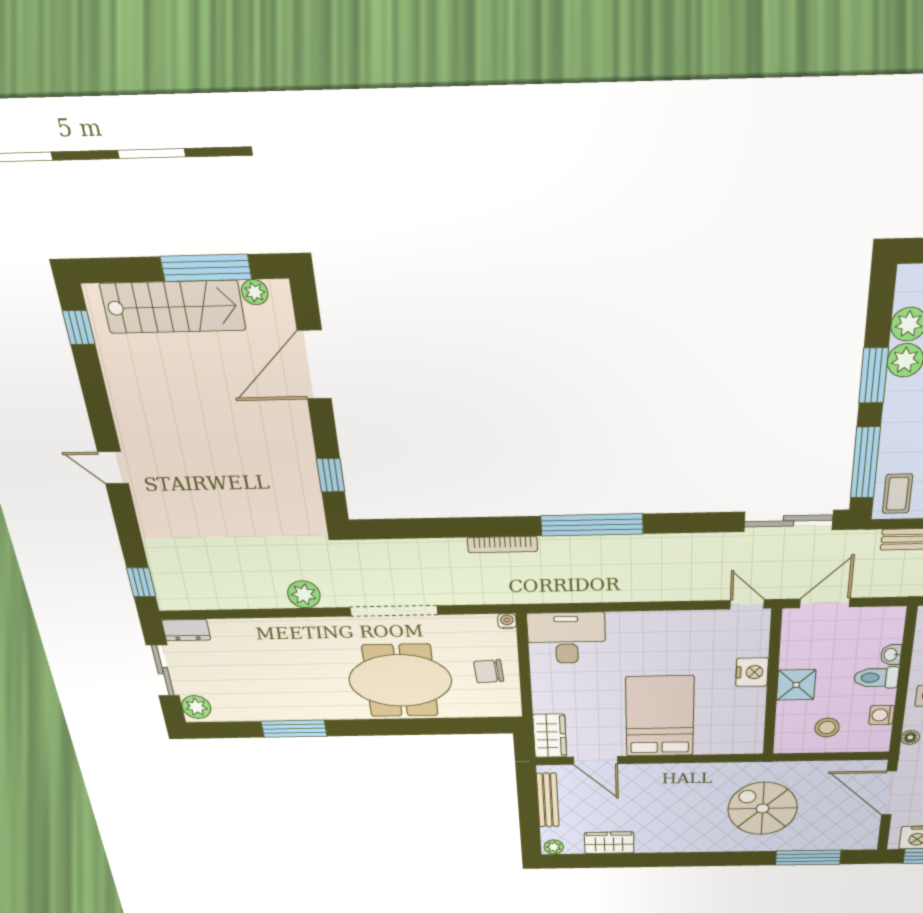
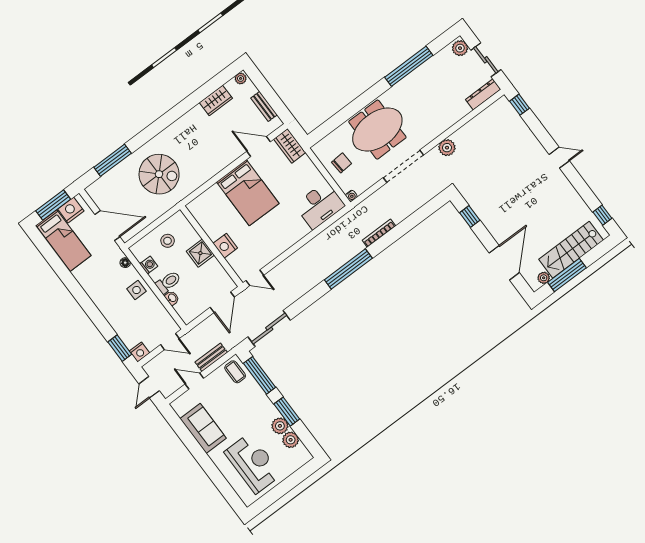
dresser: (186, 630) -> (483, 94), width x1.44
window: (294, 729) -> (409, 66), width x1.46
bench: (548, 800) -> (264, 106), width x0.73

